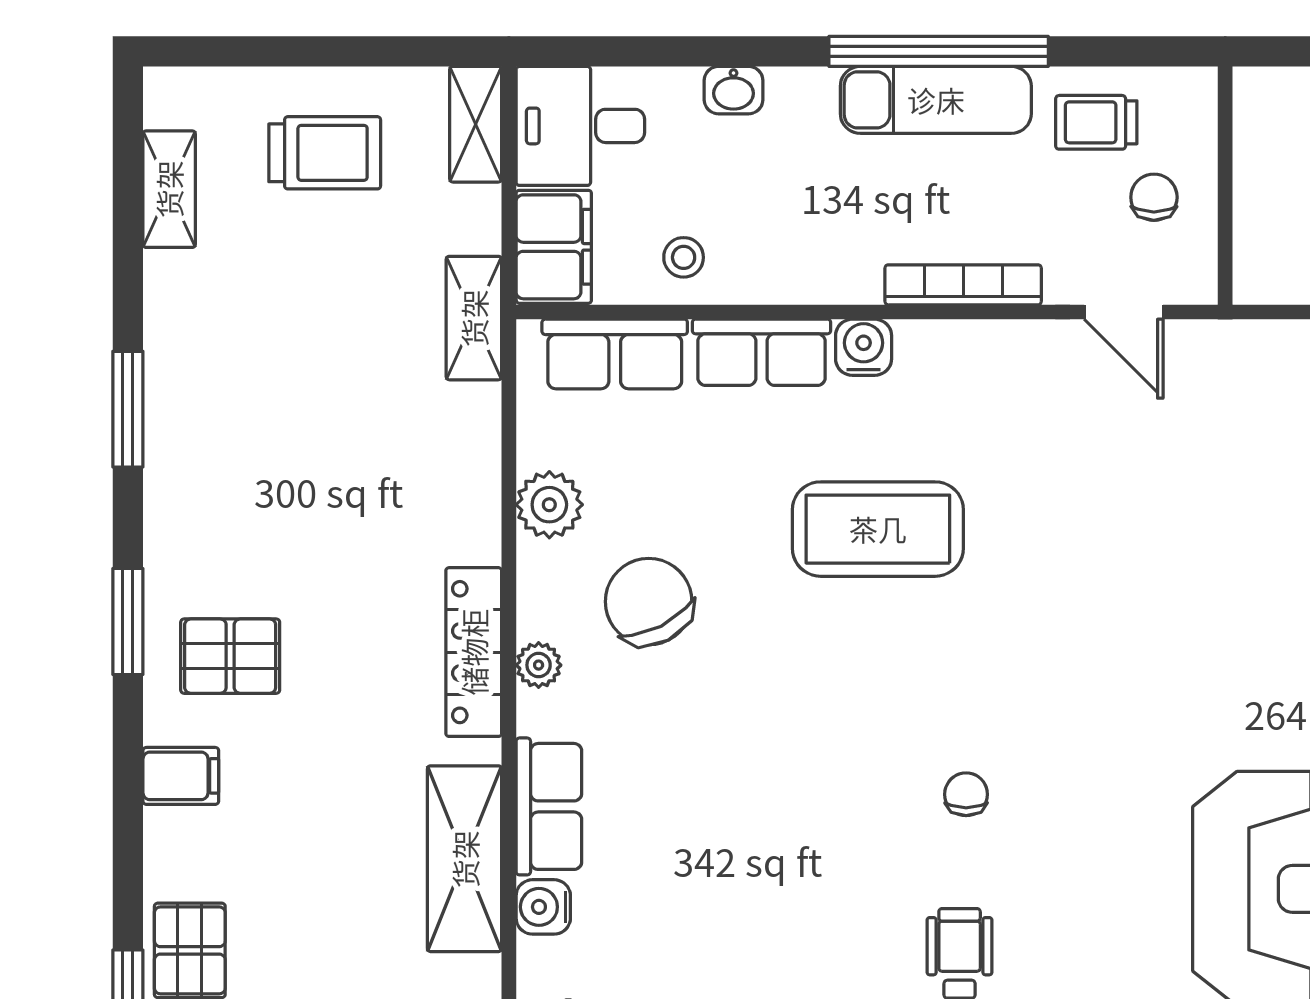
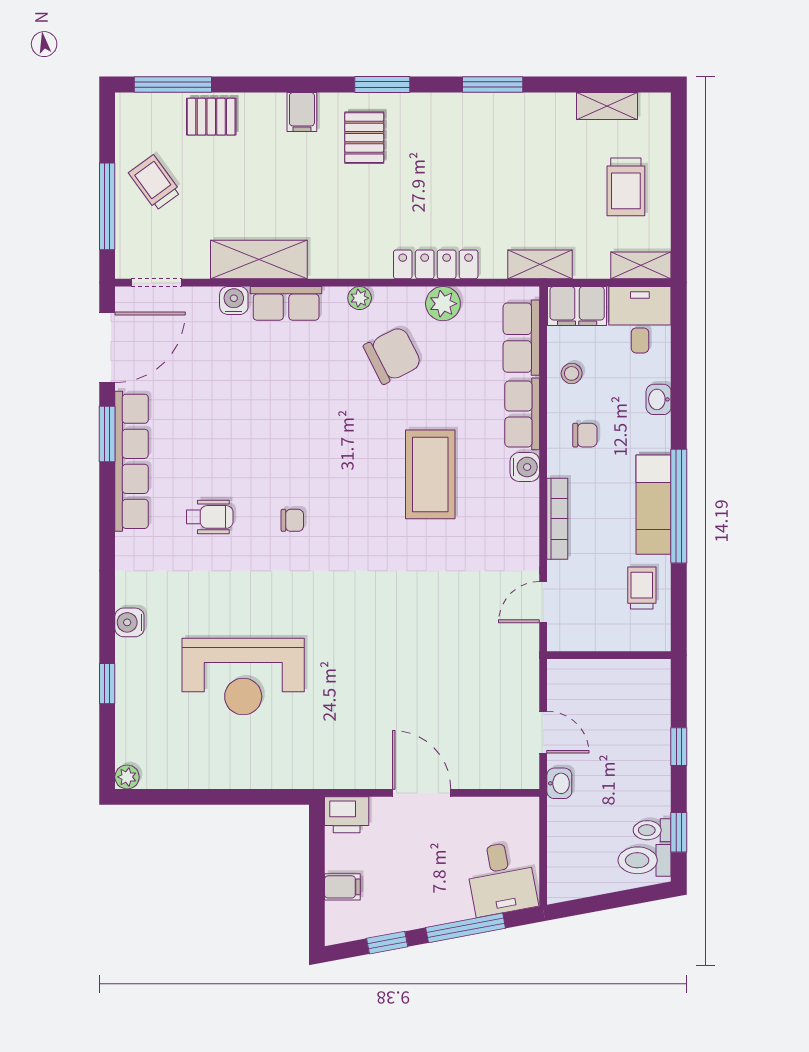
chair: (1154, 197) -> (585, 435), moved
locker: (474, 652) -> (436, 264), moved

